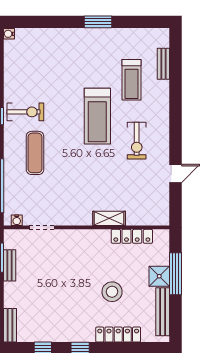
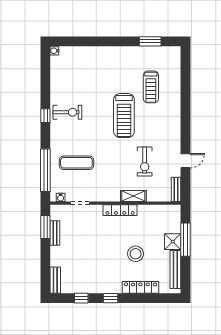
window: (98, 22) -> (150, 41), moved
bench: (163, 64) -> (176, 189), moved
exercise bike: (137, 141) -> (145, 162), moved
exercise mat: (35, 153) -> (76, 163), moved, turned 90
locker: (132, 236) -> (120, 210), moved

